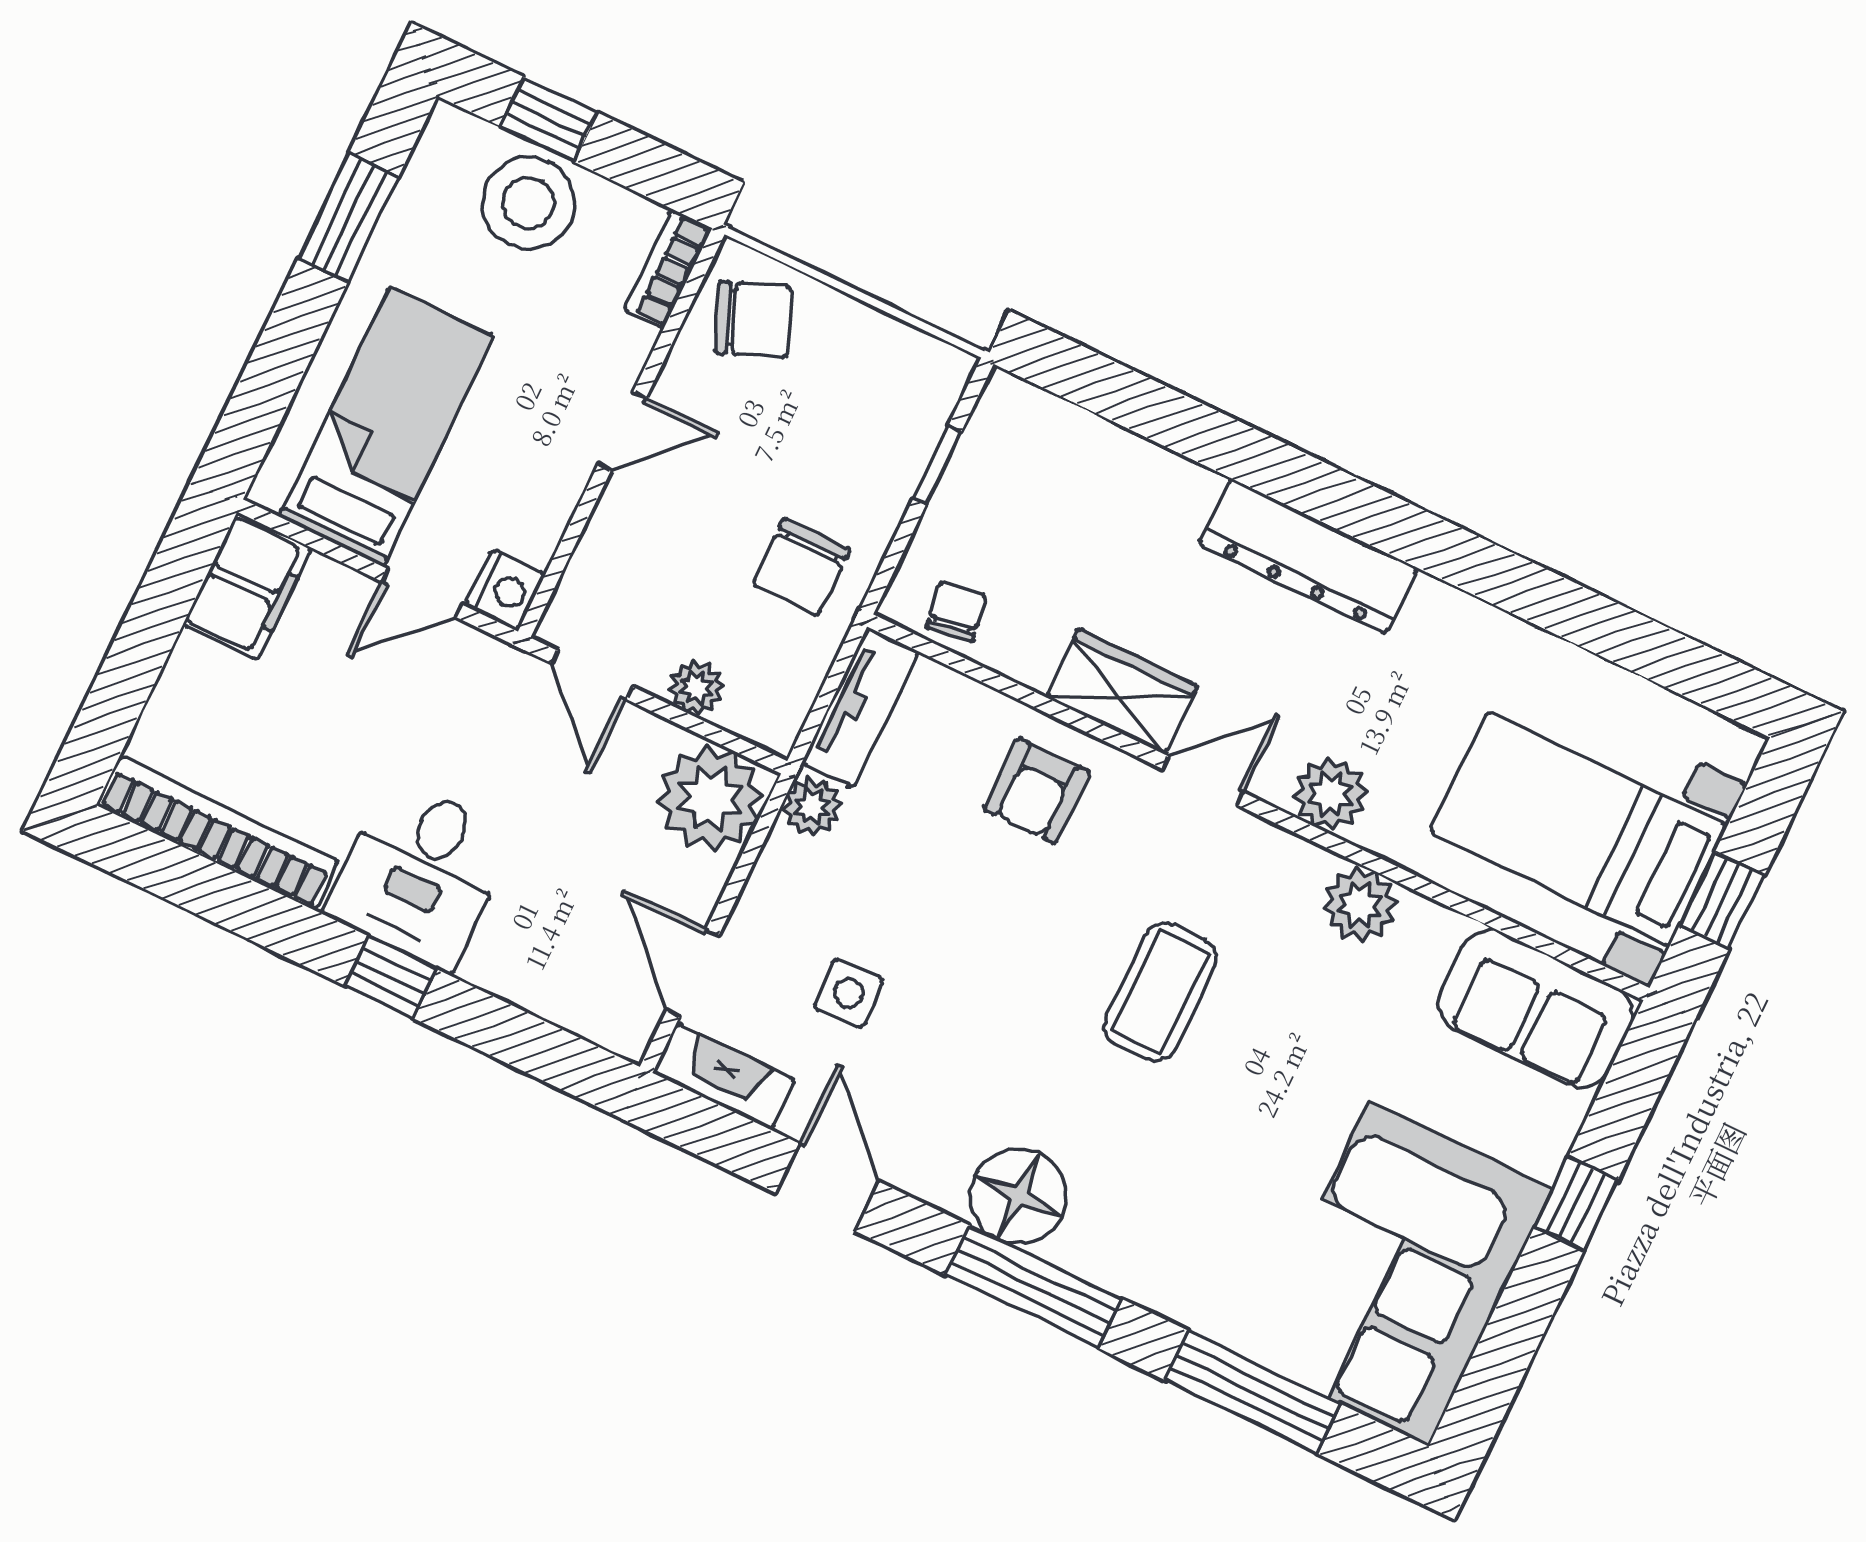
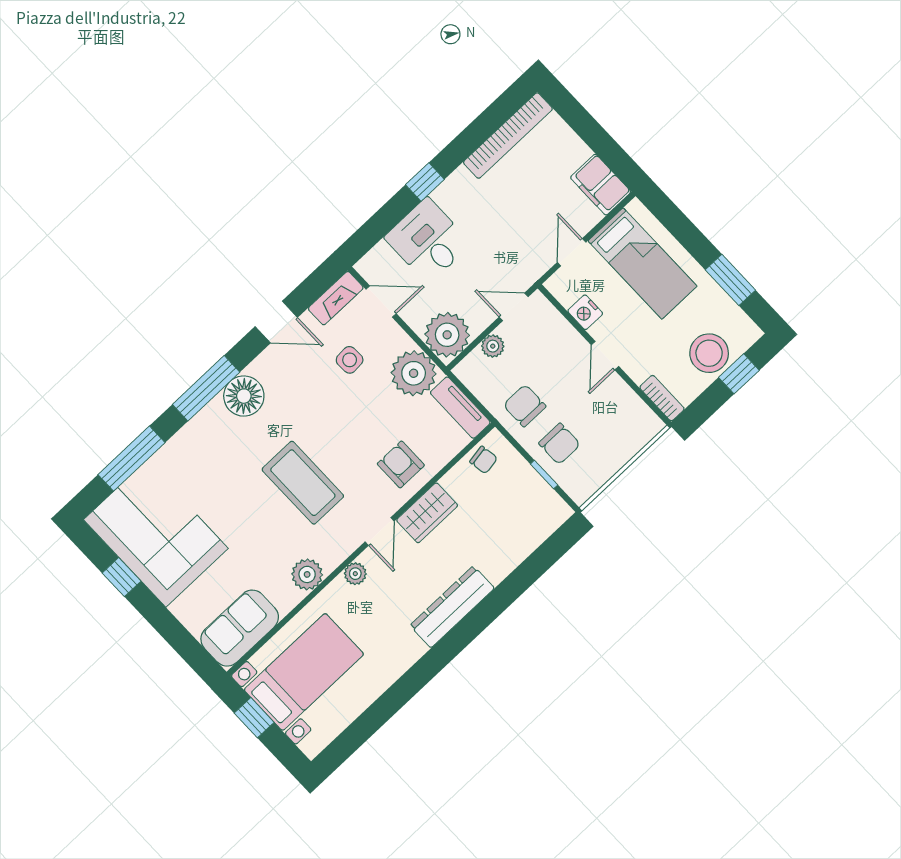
chair: (753, 319) -> (560, 444), moved, turned -68
nightstand: (505, 590) -> (585, 312), moved
plant: (1330, 794) -> (355, 574), width x0.73, depth x0.73
plant: (812, 806) -> (414, 373), width x1.88, depth x1.88
desk: (420, 874) -> (428, 241), moved
coffee table: (1160, 992) -> (303, 483), width x1.36, depth x1.32
window: (1576, 1204) -> (122, 577), moved

